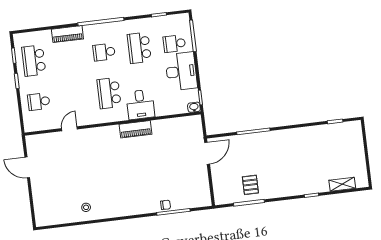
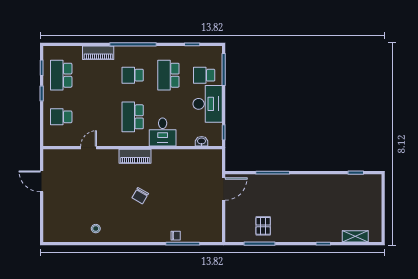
washbasin: (194, 107) -> (202, 141), moved
piano: (135, 129) -> (135, 156), moved
chair: (126, 170) -> (140, 196), added

